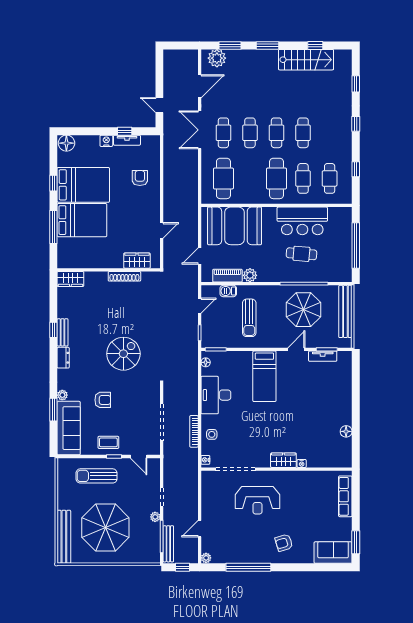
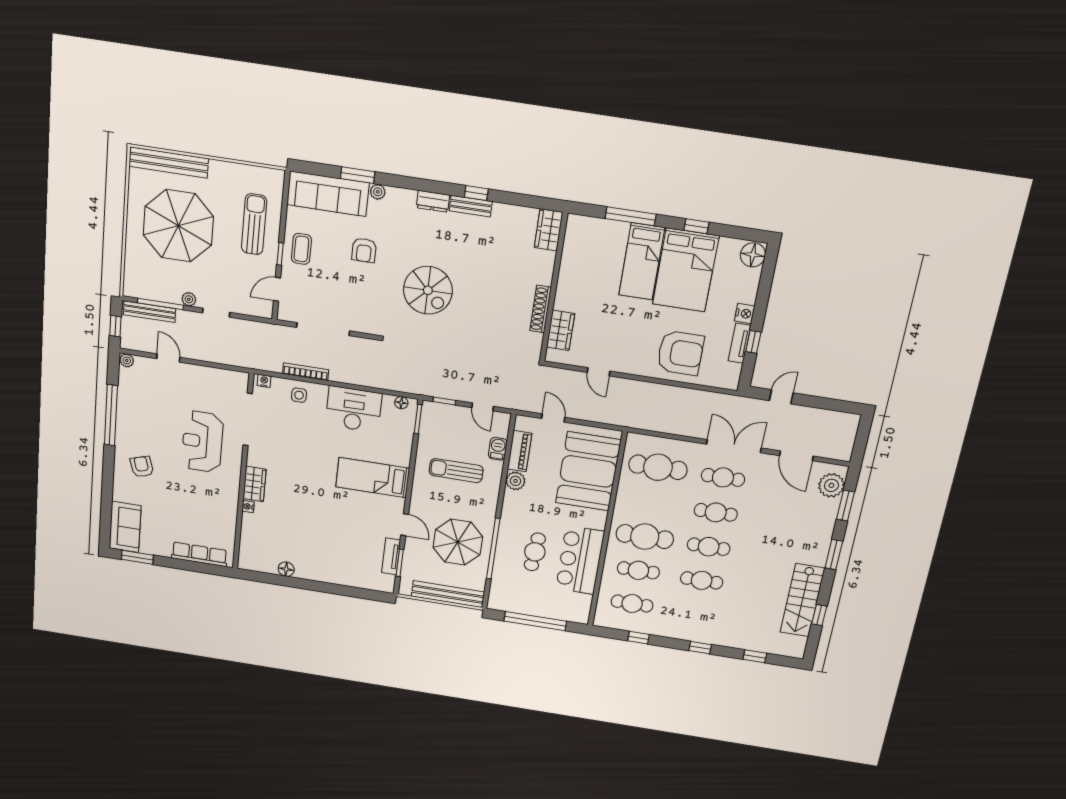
armchair: (140, 178) -> (680, 353), width x1.88, depth x1.88
bed: (82, 220) -> (642, 261), width x0.67

